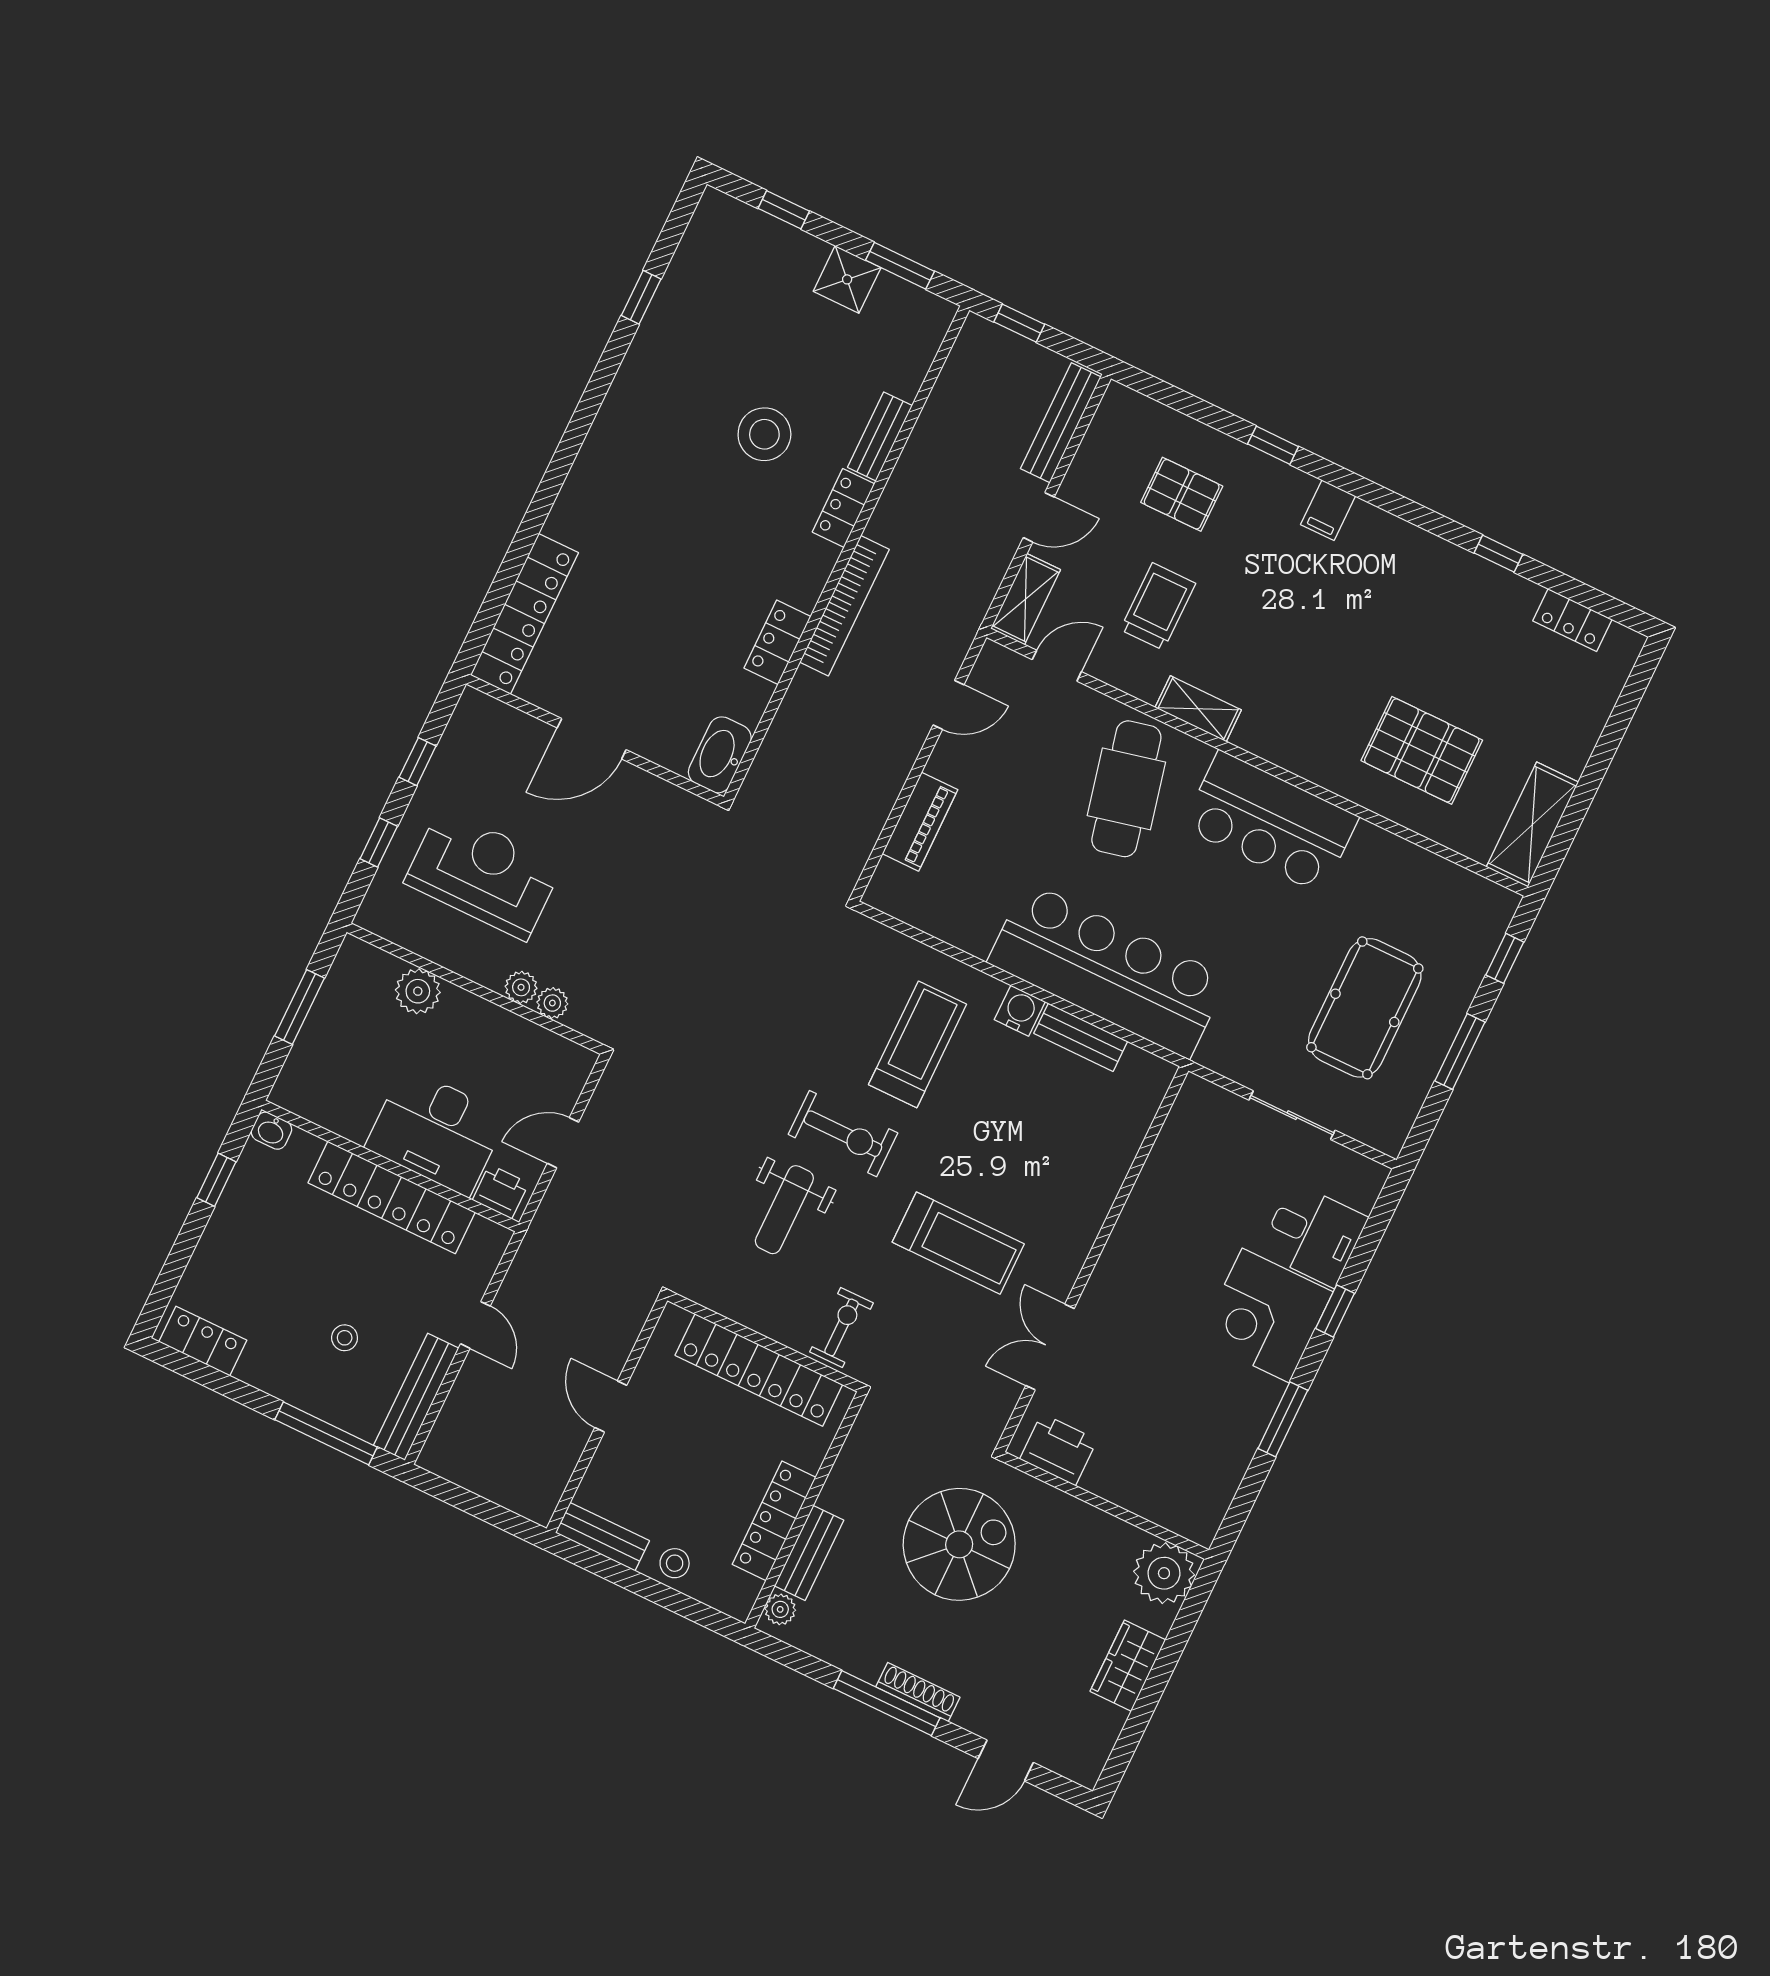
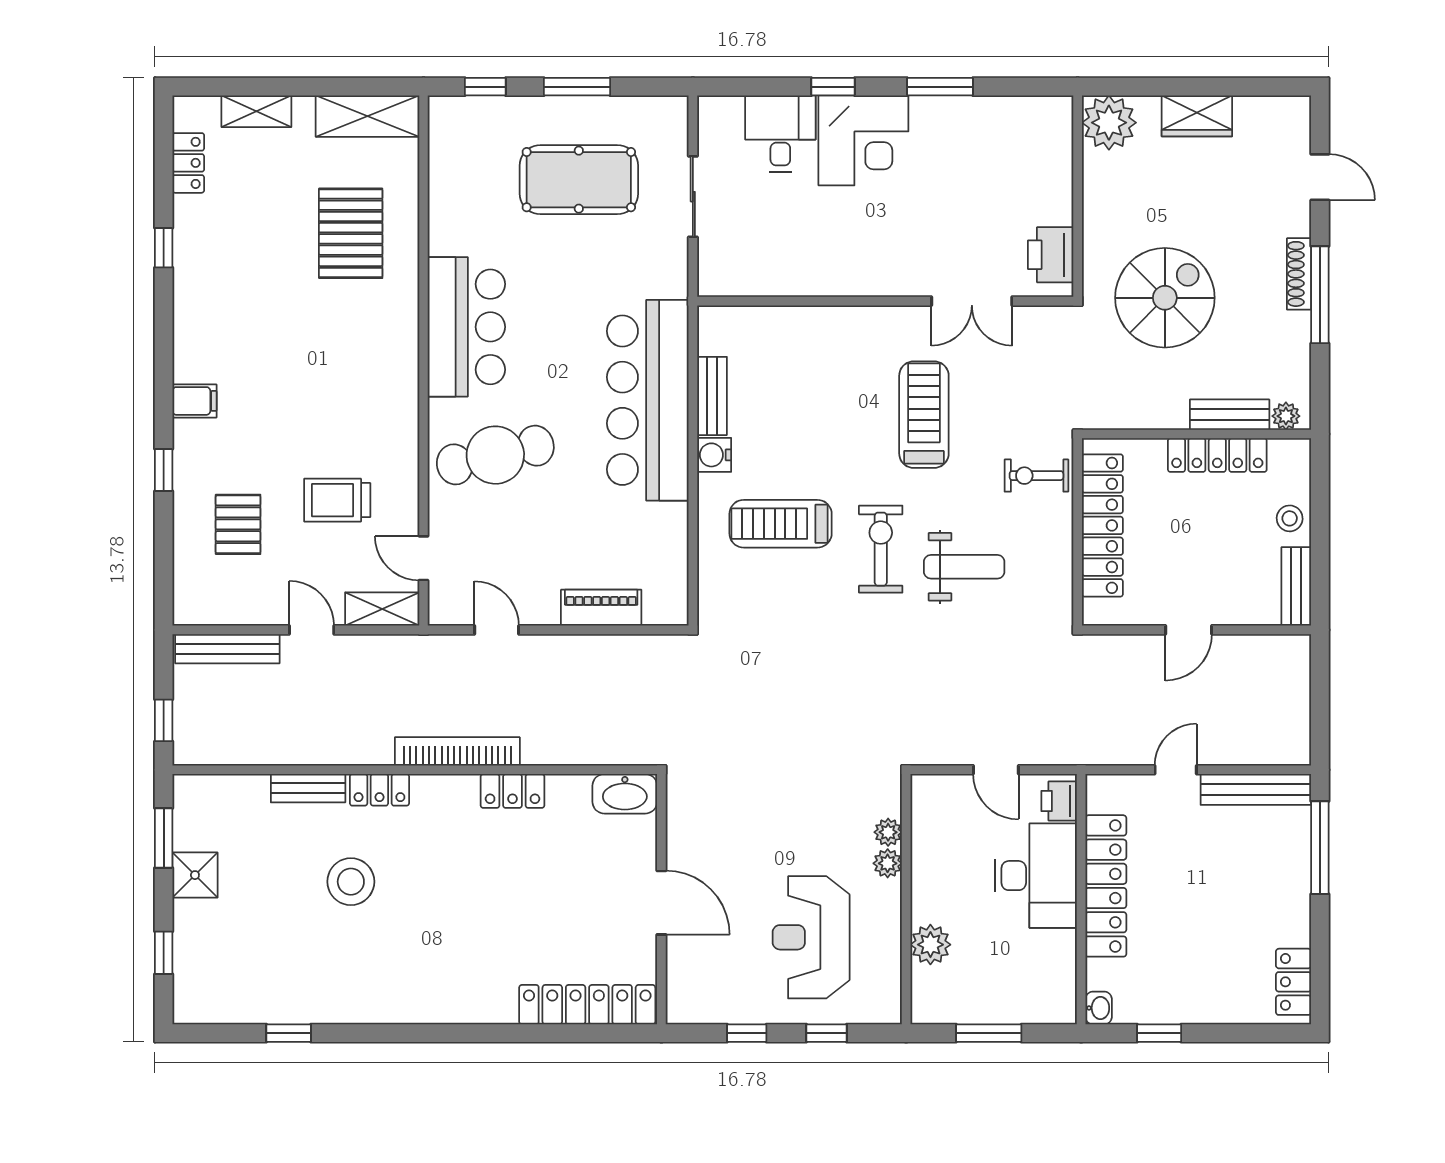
shelving: (1198, 709) -> (256, 111), moved, turned 90
stool: (345, 1338) -> (1236, 870), removed
spiral stairs: (959, 1544) -> (1165, 298), turned 90

